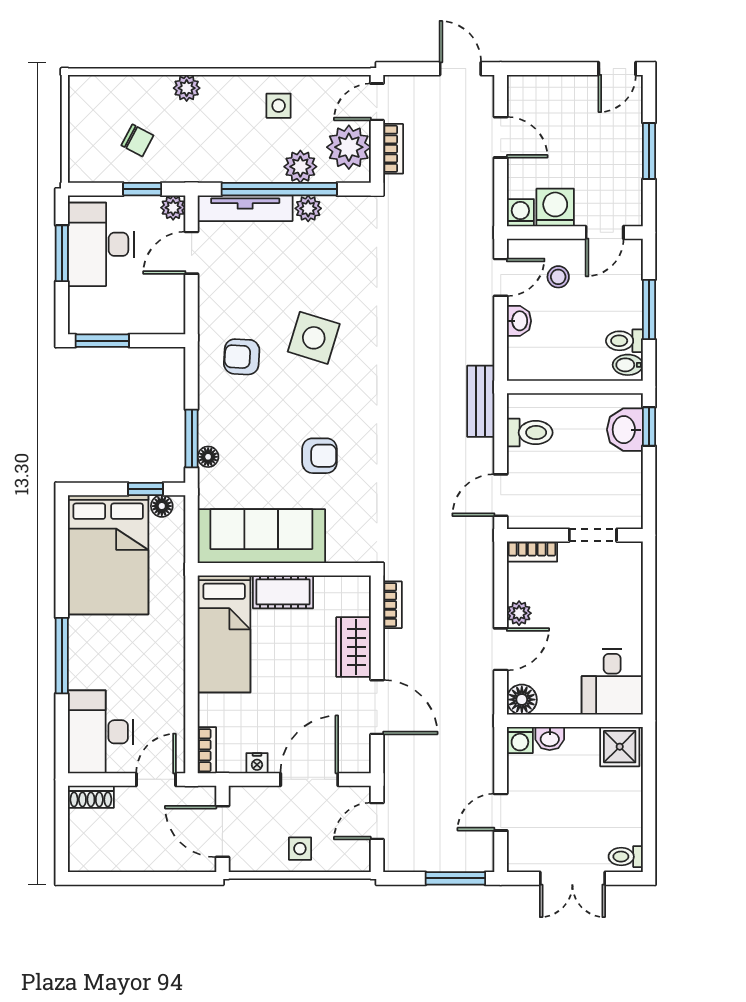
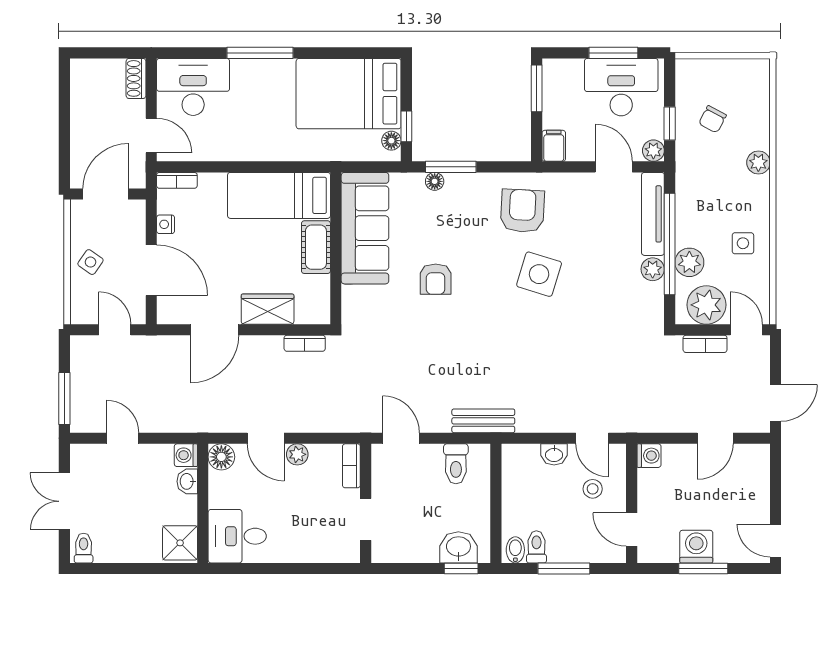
washing machine: (555, 207) -> (696, 547), moved, turned -90
filing cabinet: (168, 321) -> (554, 146), added
armchair: (242, 357) -> (522, 211), width x1.38, depth x1.38
side table: (300, 849) -> (90, 262), turned 35

